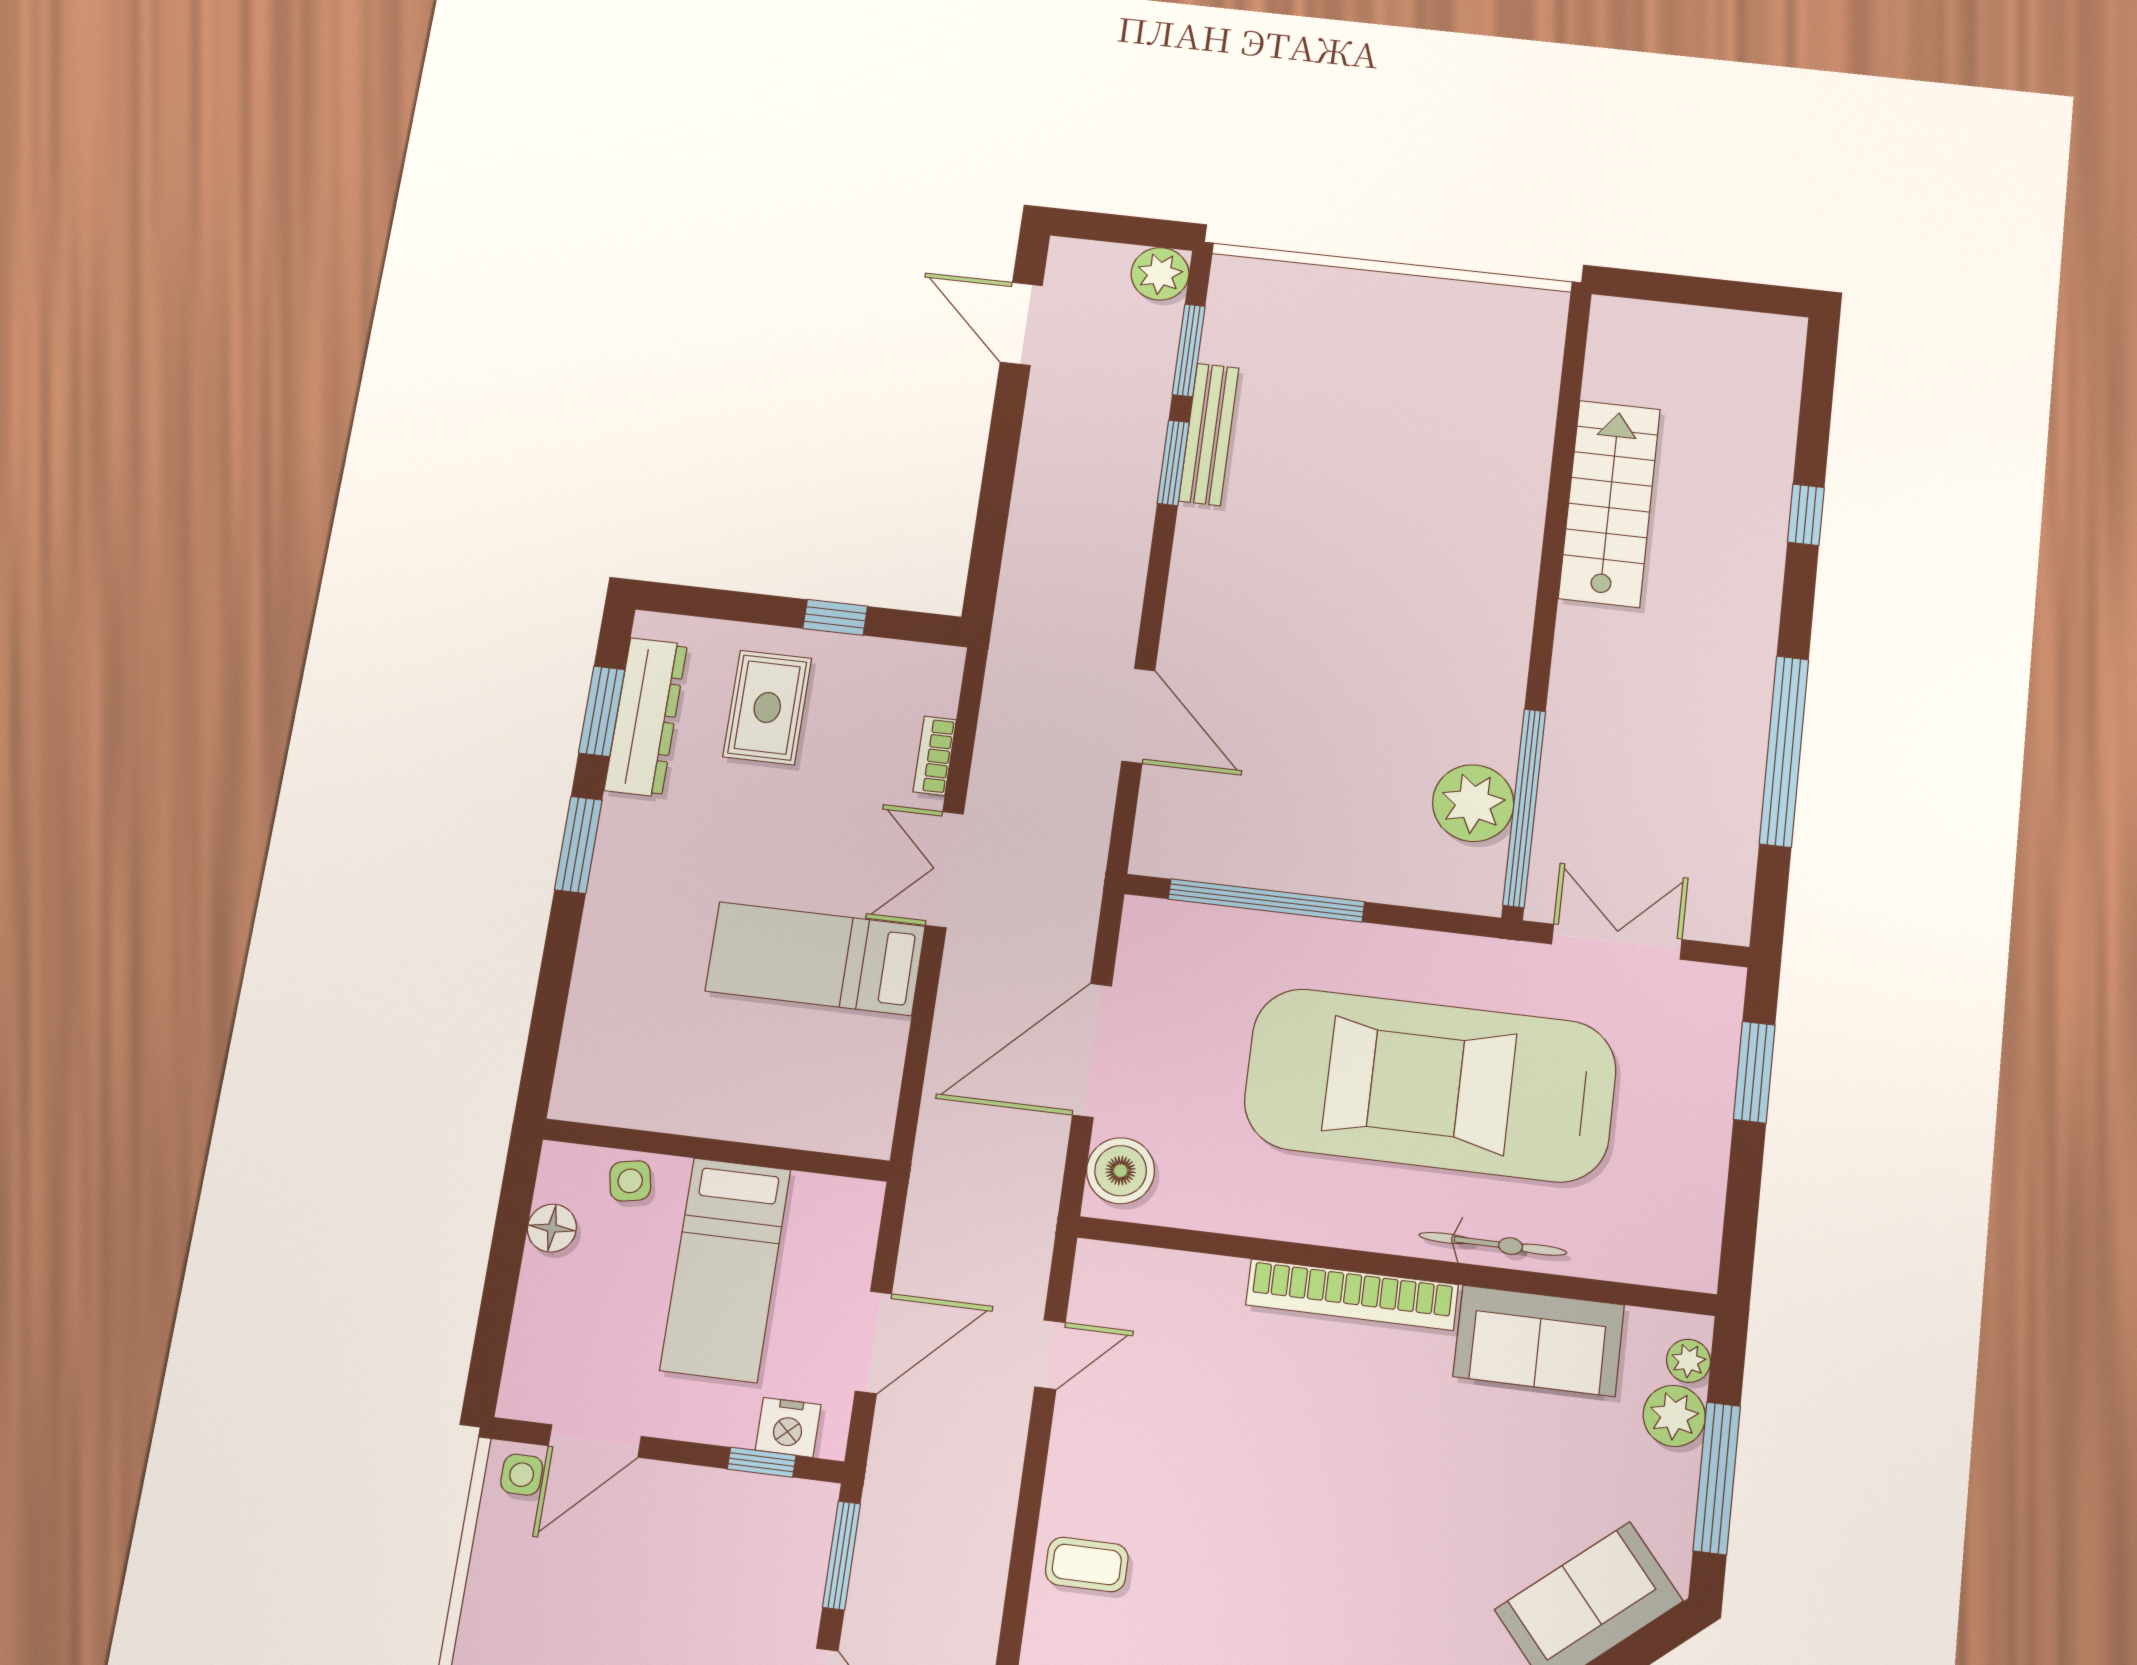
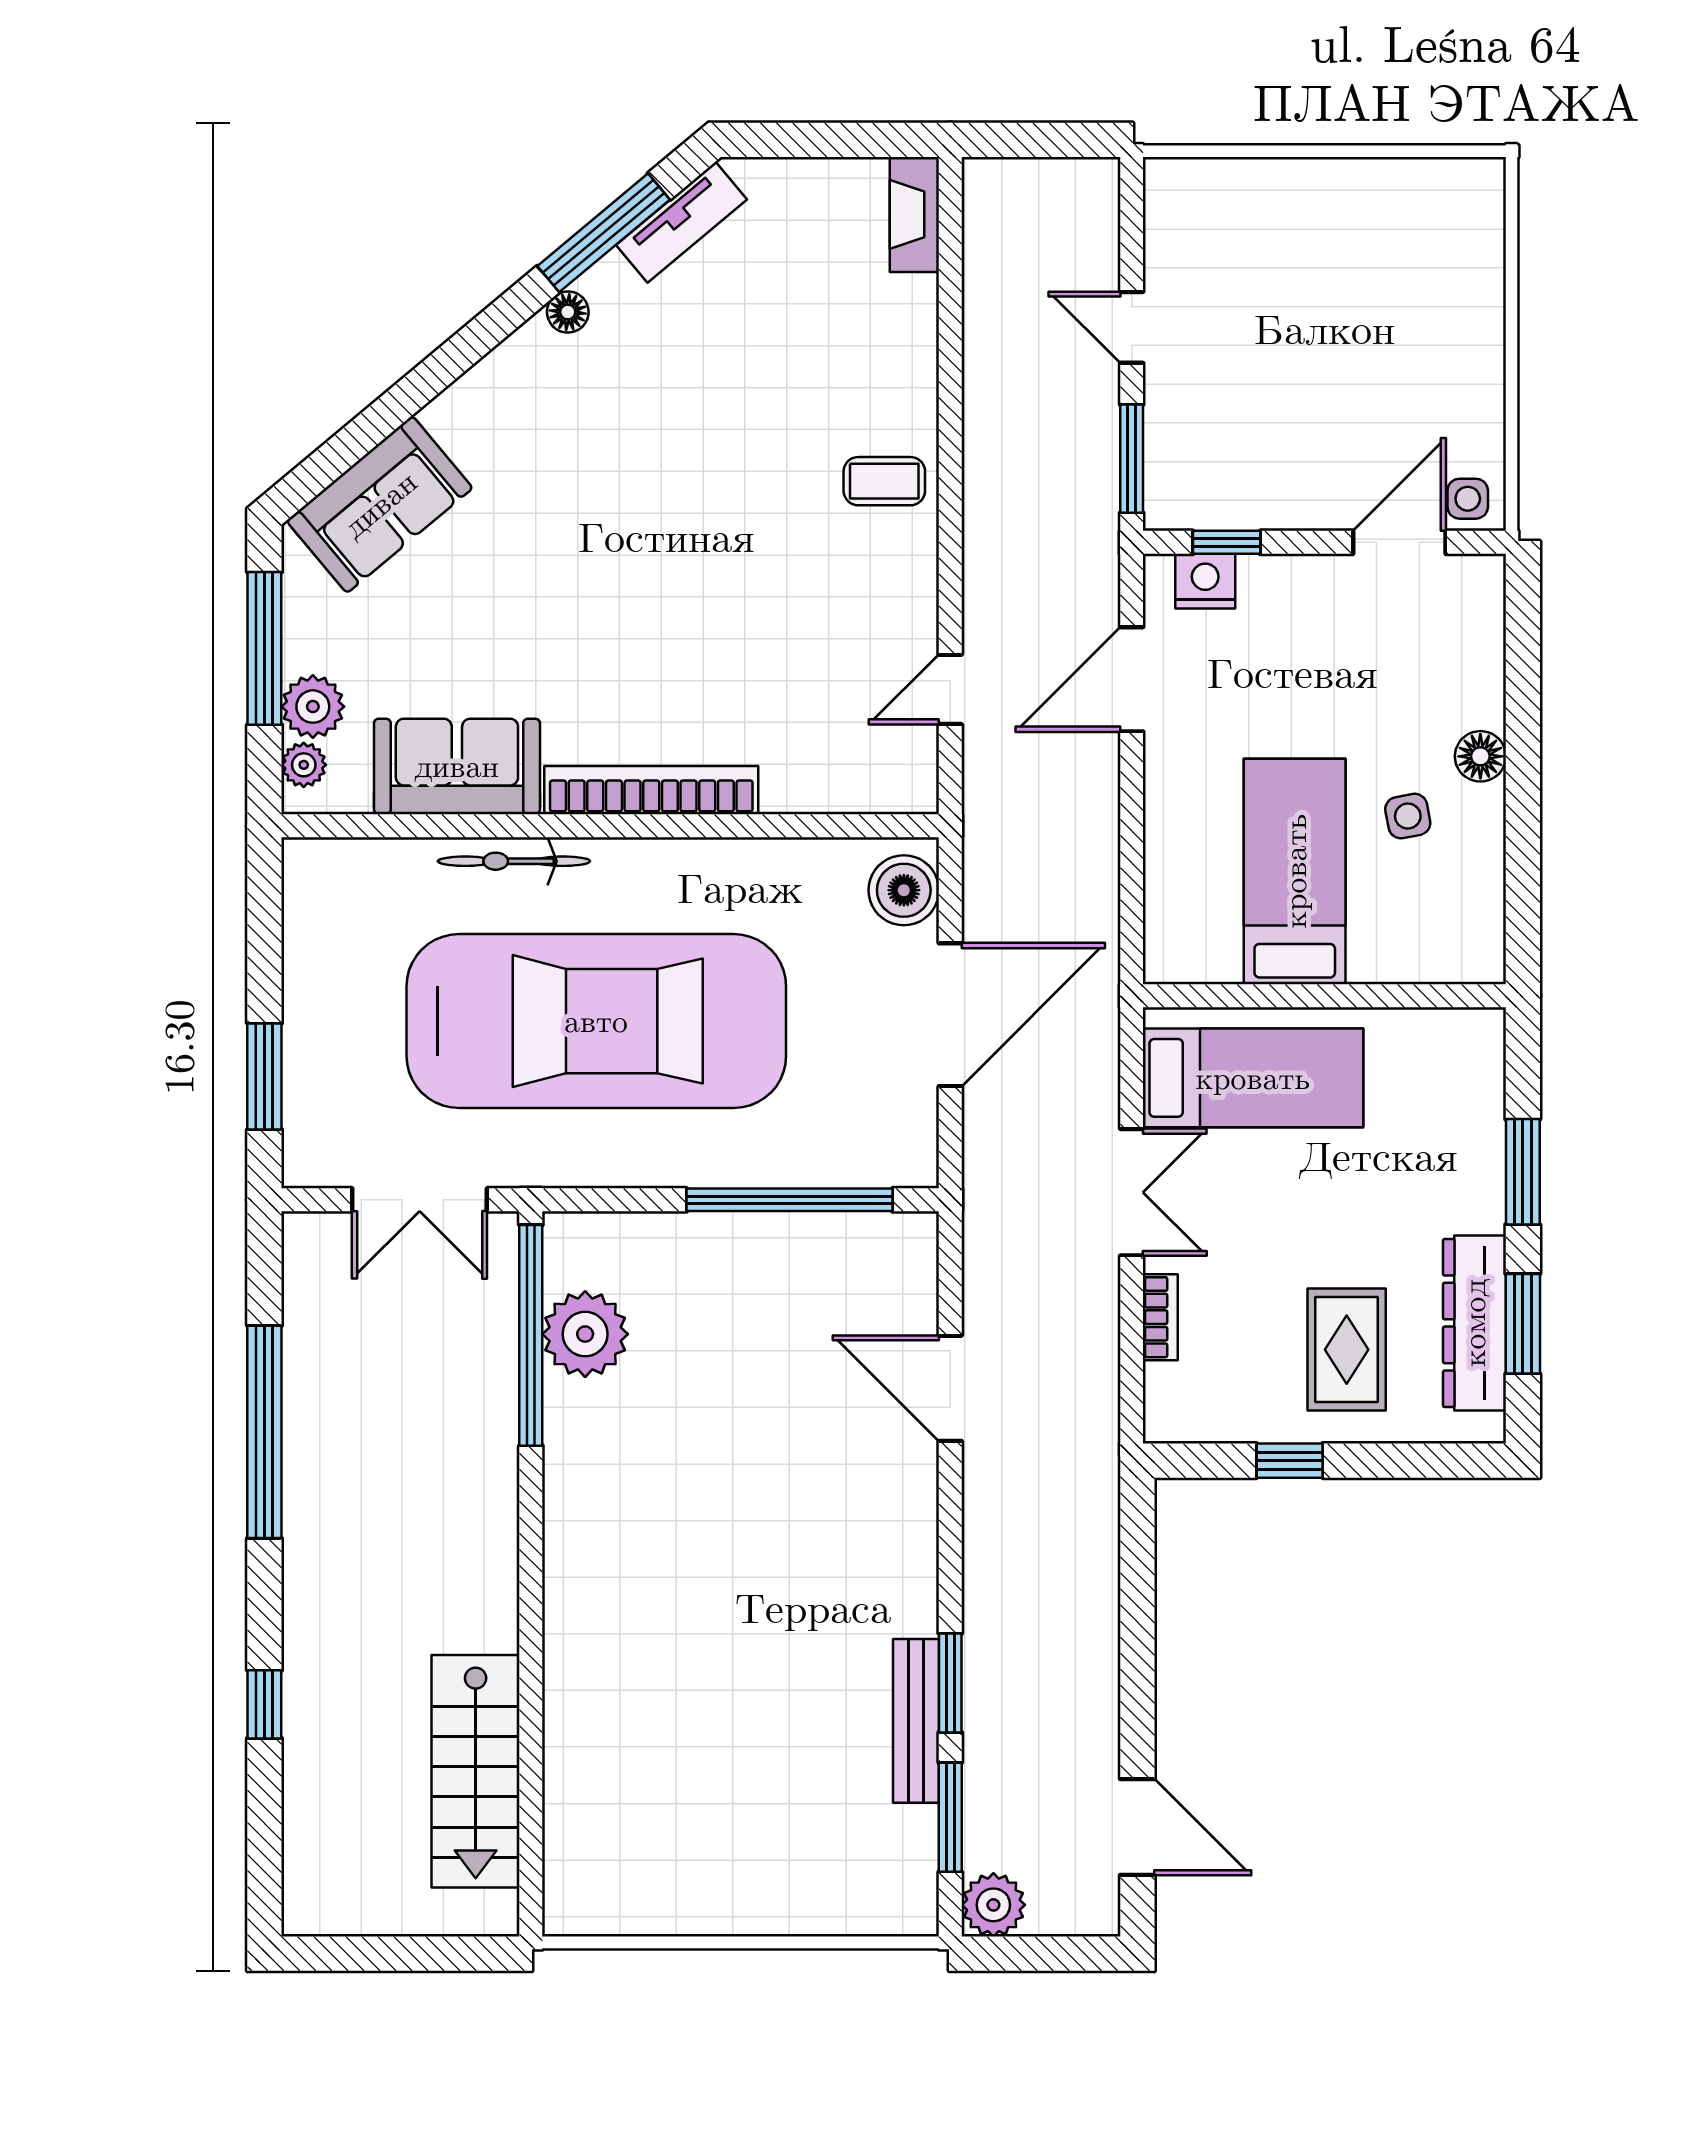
stairs: (1609, 504) -> (476, 1771), moved
wall: (716, 1150) -> (1324, 996), moved
bed: (725, 1270) -> (1295, 871), moved

